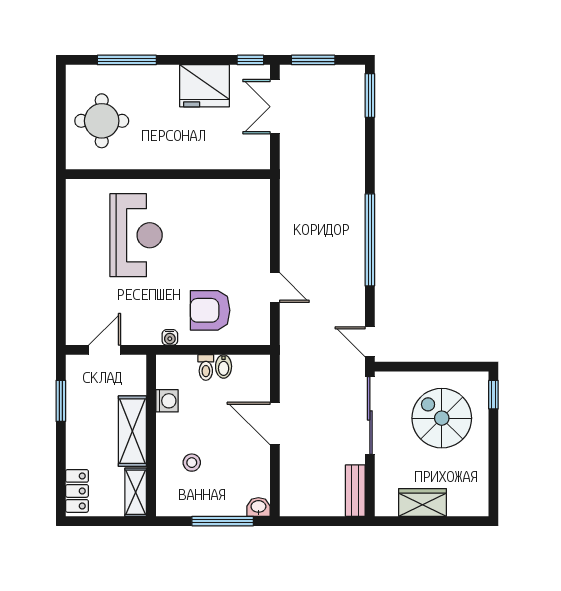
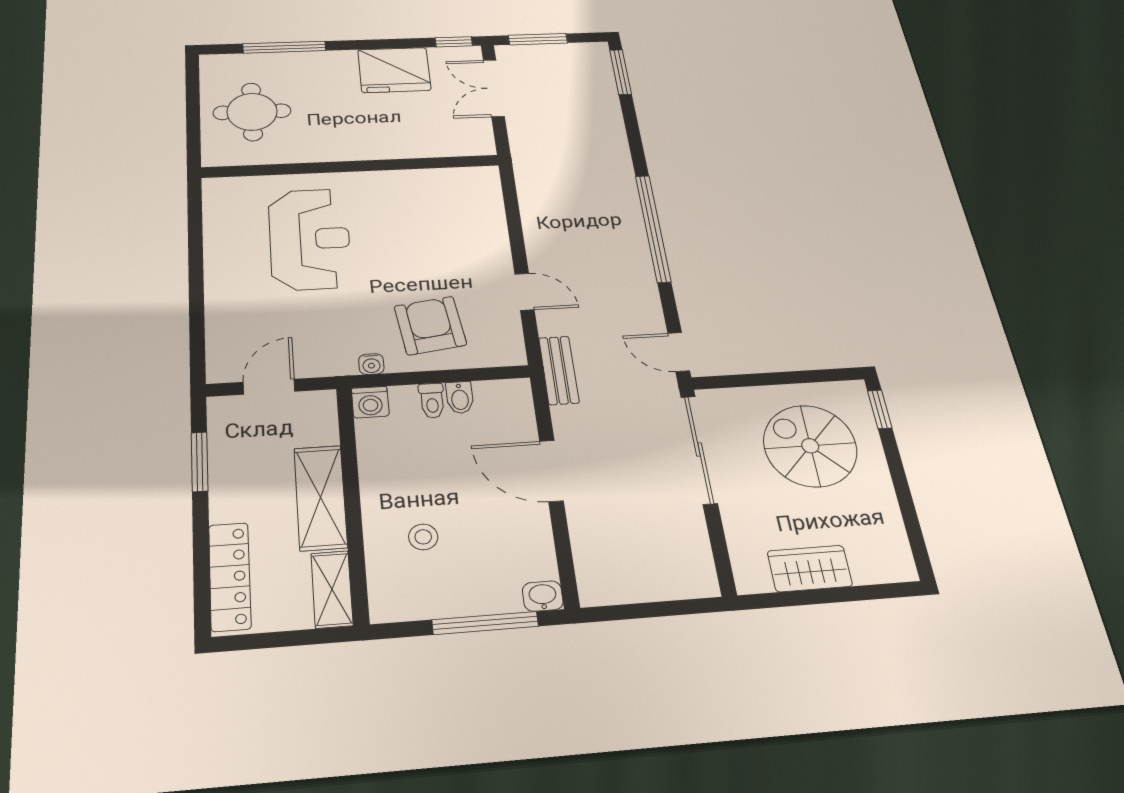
armchair: (210, 310) -> (430, 326), turned 82
washing machine: (167, 401) -> (370, 402), moved, turned 90
locker: (77, 491) -> (230, 576), width x1.53
bench: (355, 491) -> (559, 370), moved

